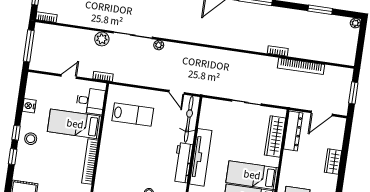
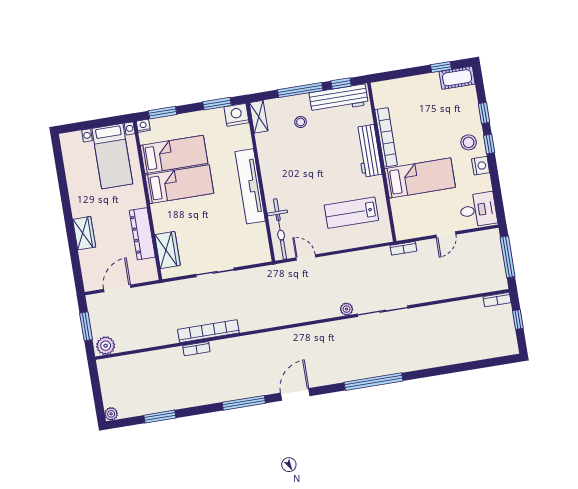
plant: (102, 39) -> (106, 346), moved
bookcase: (301, 66) -> (208, 331), moved
desk: (90, 101) -> (478, 210), moved, turned 180
nightstand: (29, 106) -> (481, 166), moved
dresser: (293, 131) -> (142, 234), moved
wardrobe: (275, 136) -> (168, 250), width x0.67
workbench: (183, 163) -> (369, 151), moved, turned 180

